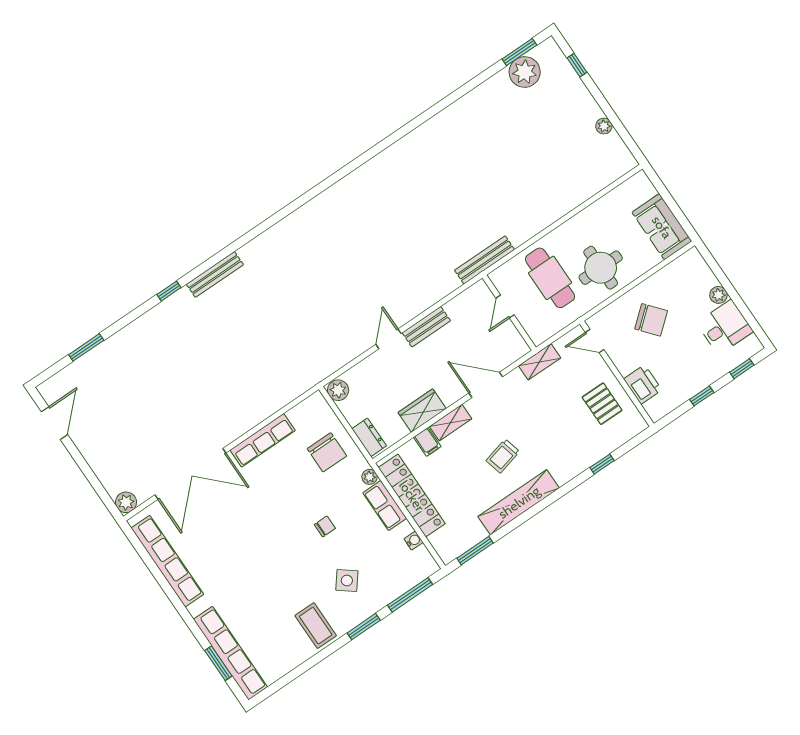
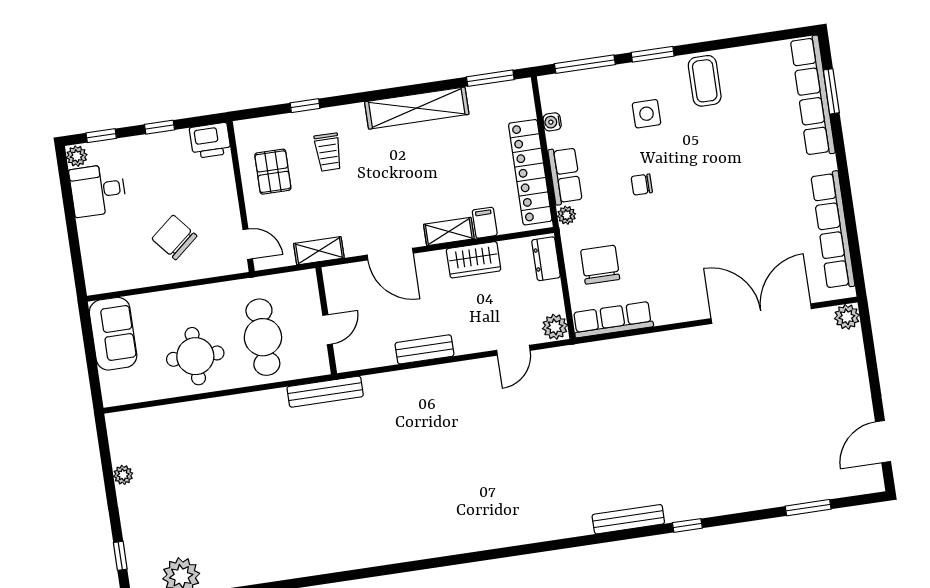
round table: (601, 268) -> (195, 356), moved
plant: (718, 295) -> (77, 156), moved
door: (388, 339) -> (513, 350), moved
printer: (643, 384) -> (210, 140), moved, turned -90
row of seats: (263, 440) -> (613, 320), moved
trolley: (503, 456) -> (328, 152), moved, turned 104
side table: (347, 580) -> (647, 114), turned -38

